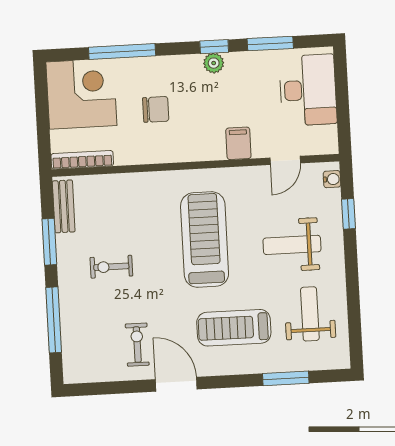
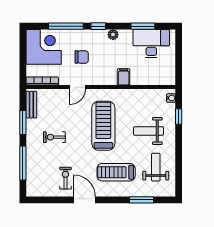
window: (214, 47) -> (98, 26), moved
desk: (308, 90) -> (151, 44), moved, turned -90
door: (285, 160) -> (78, 87), moved

